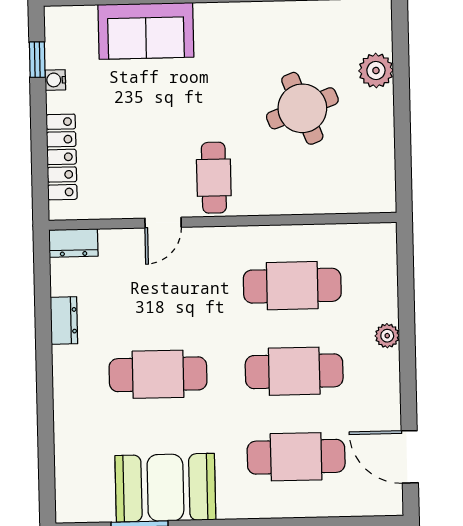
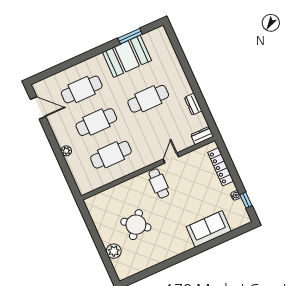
round table: (302, 108) -> (136, 225), turned -31

